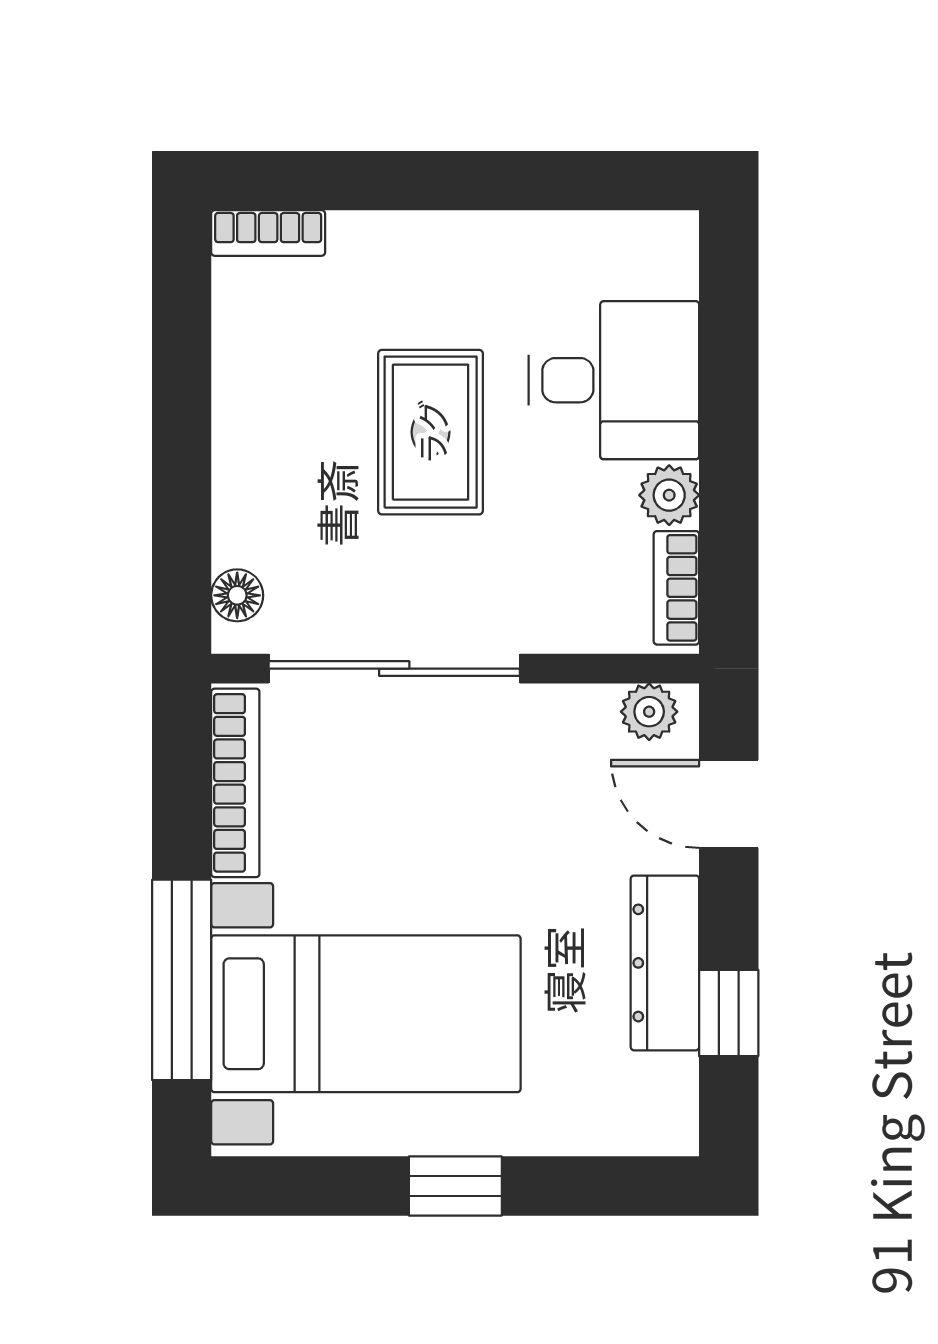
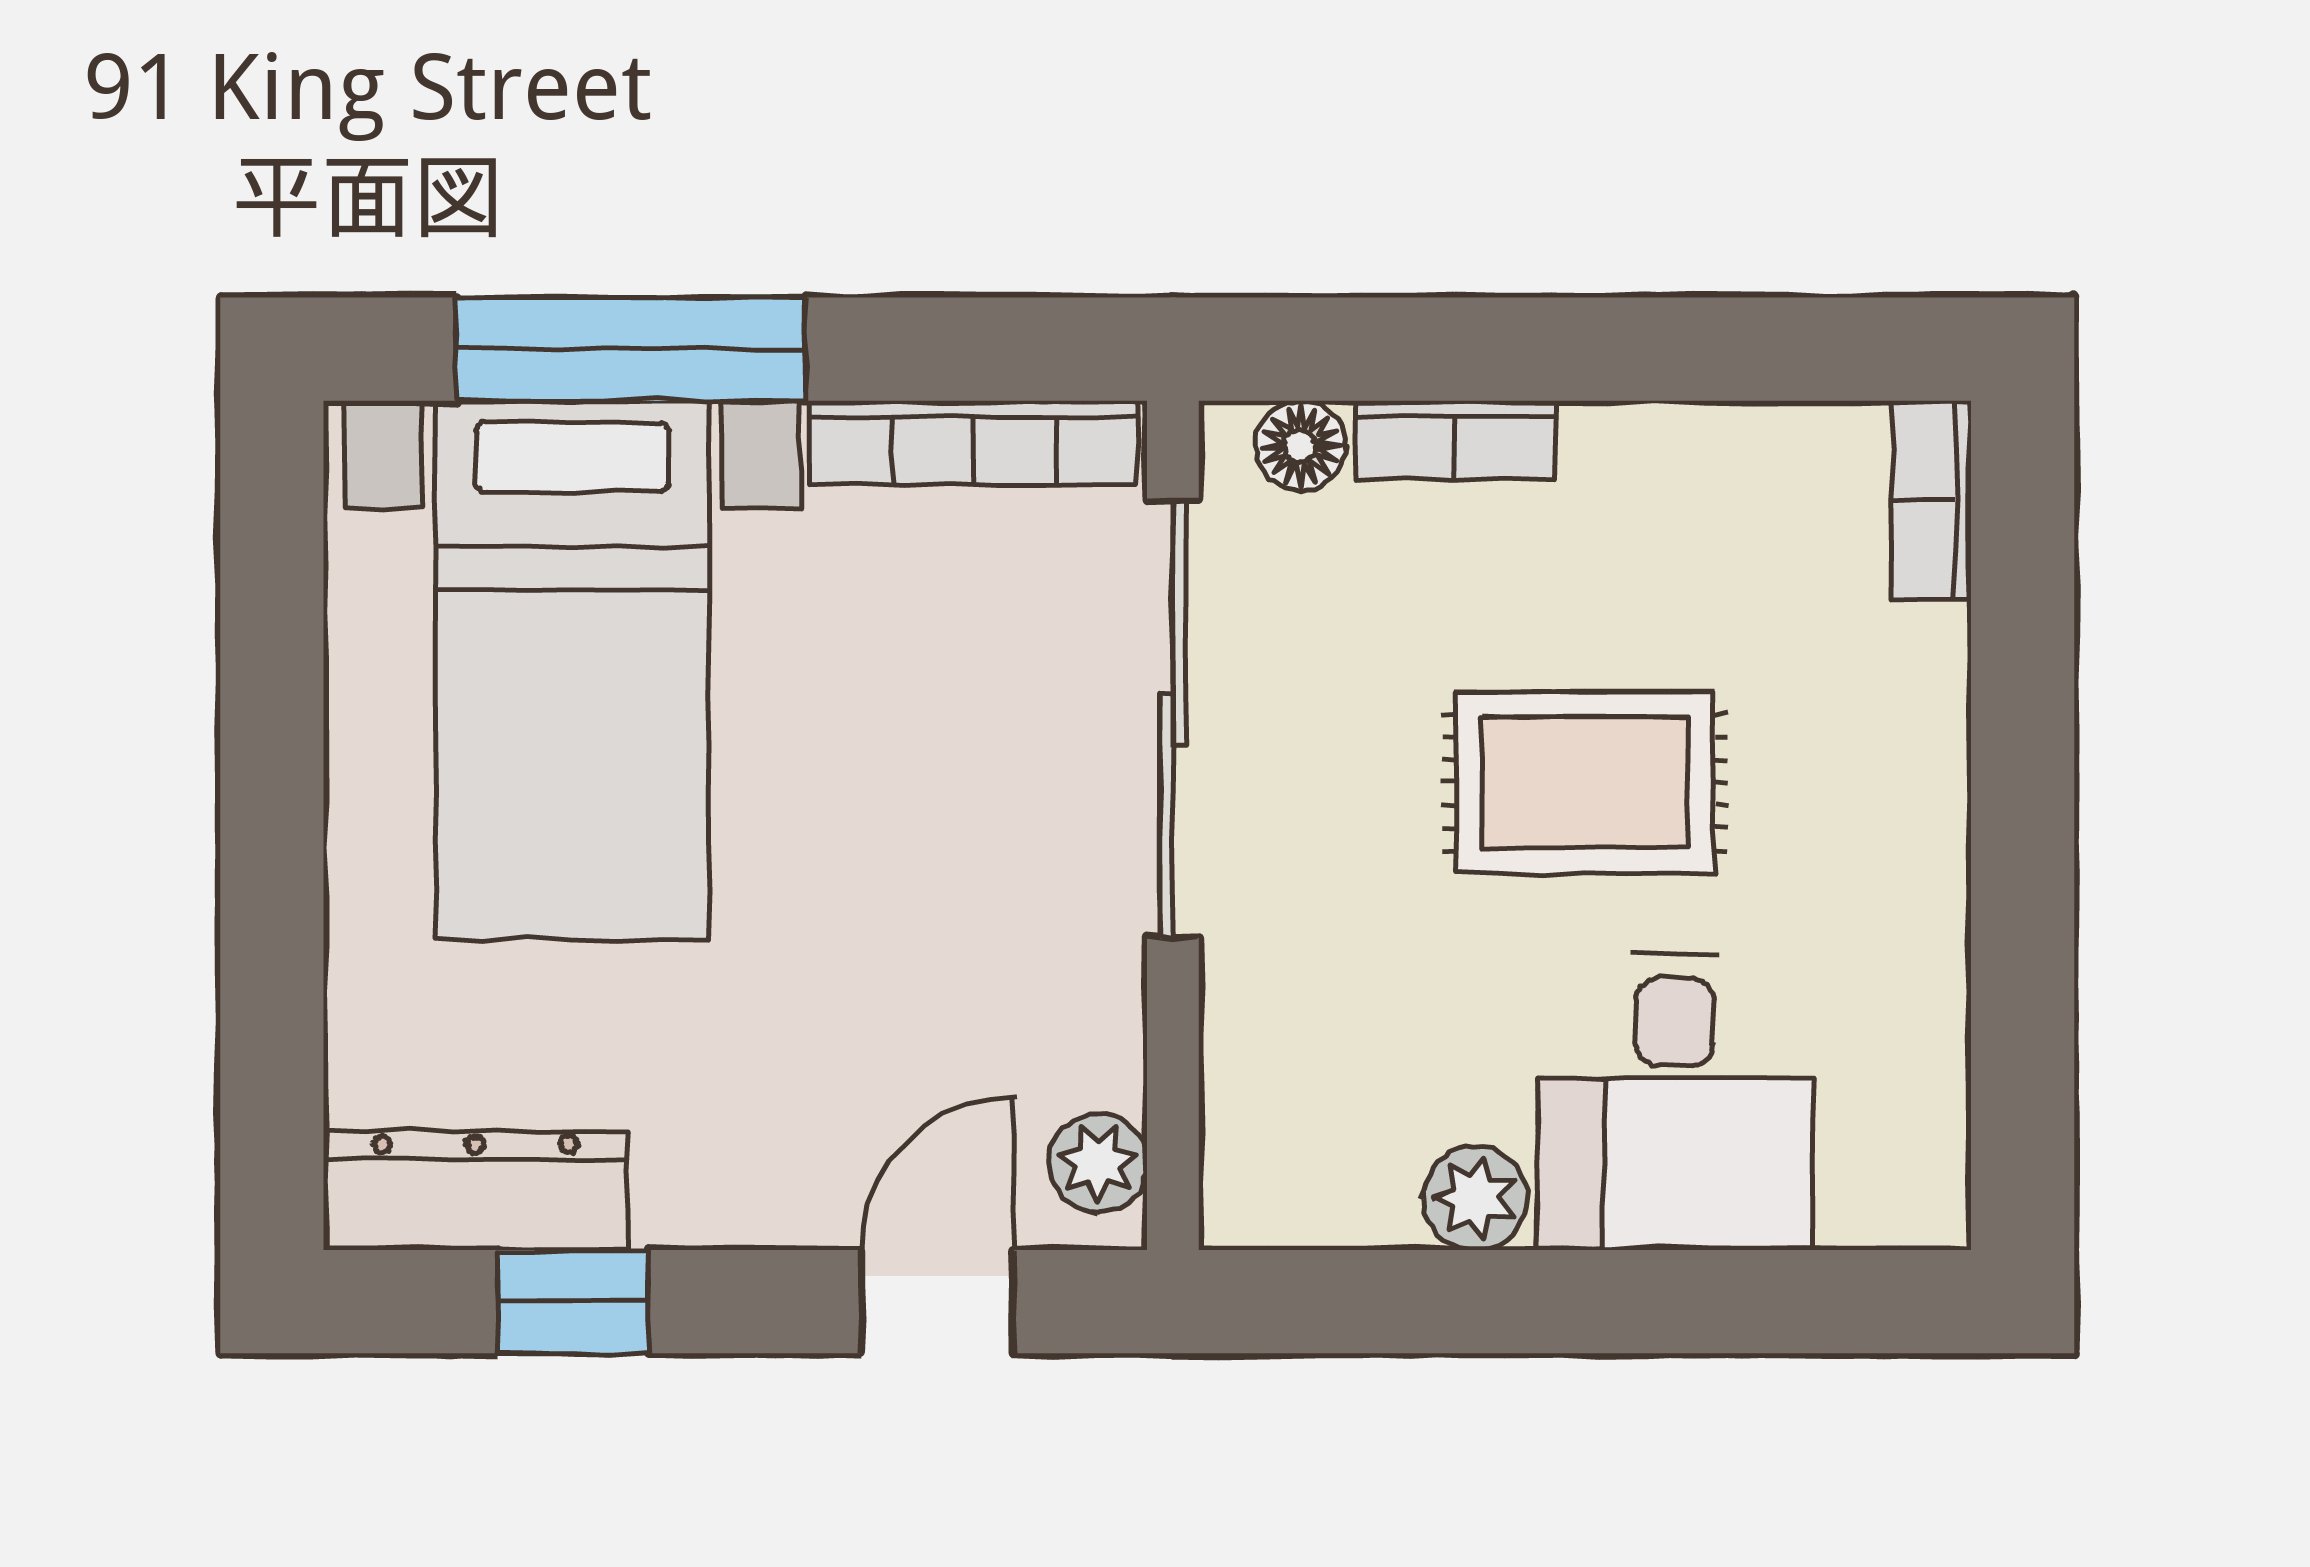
bookcase: (676, 588) -> (1455, 440), moved, turned 180
dresser: (665, 963) -> (475, 1191), moved
window: (455, 1186) -> (272, 826), removed

